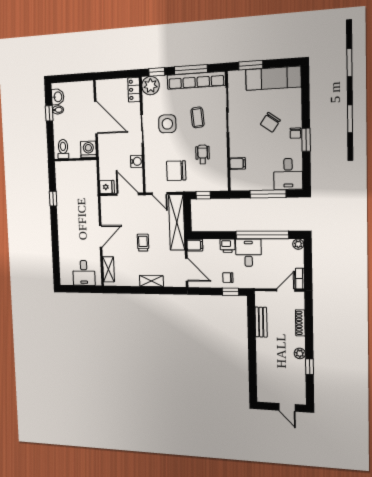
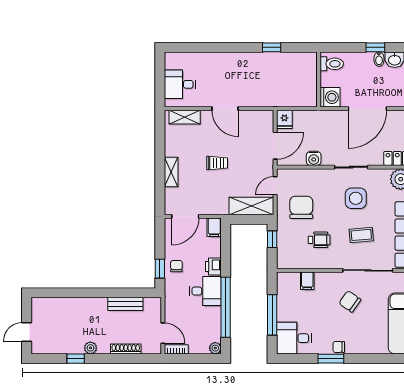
chair: (270, 122) -> (350, 301), moved
shelving: (177, 222) -> (251, 206), width x0.68

